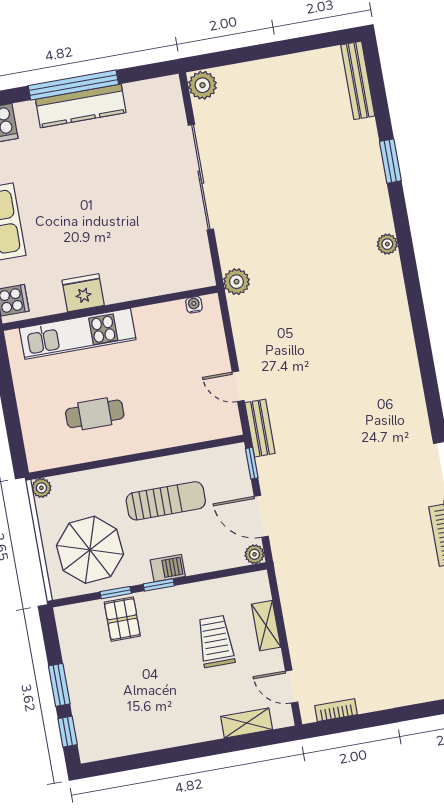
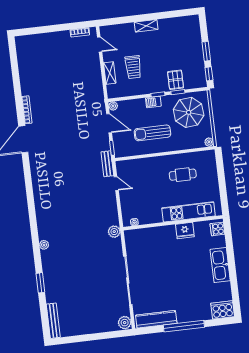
kitchen counter: (81, 106) -> (156, 319), moved
shelving: (247, 723) -> (146, 26), moved
window: (68, 732) -> (209, 74), moved

